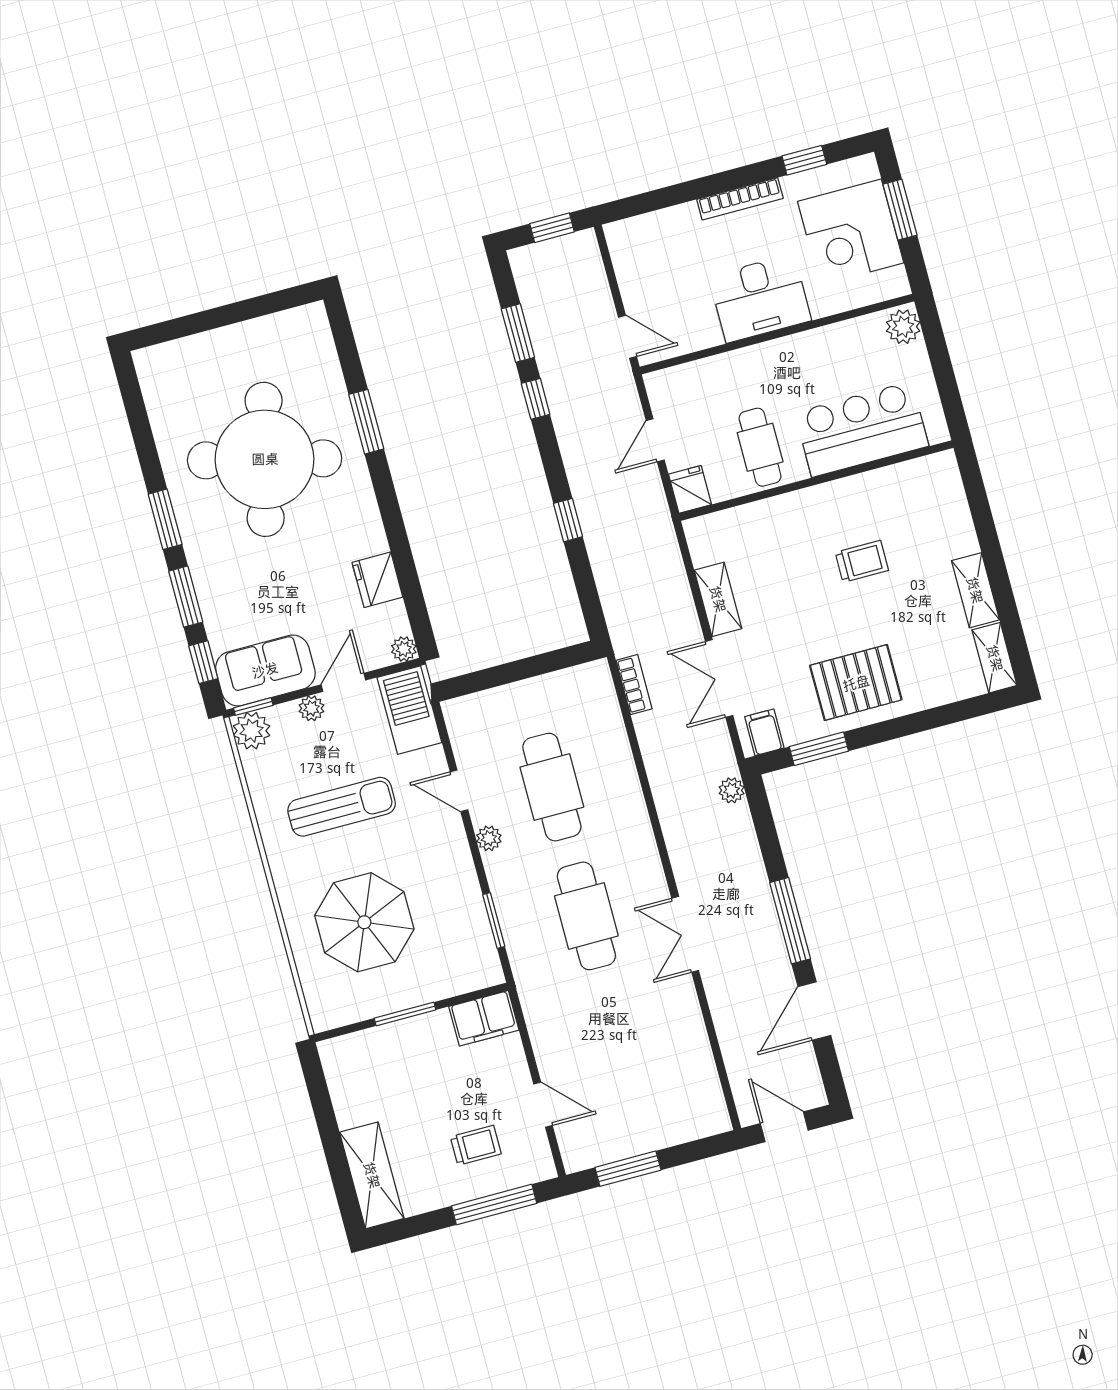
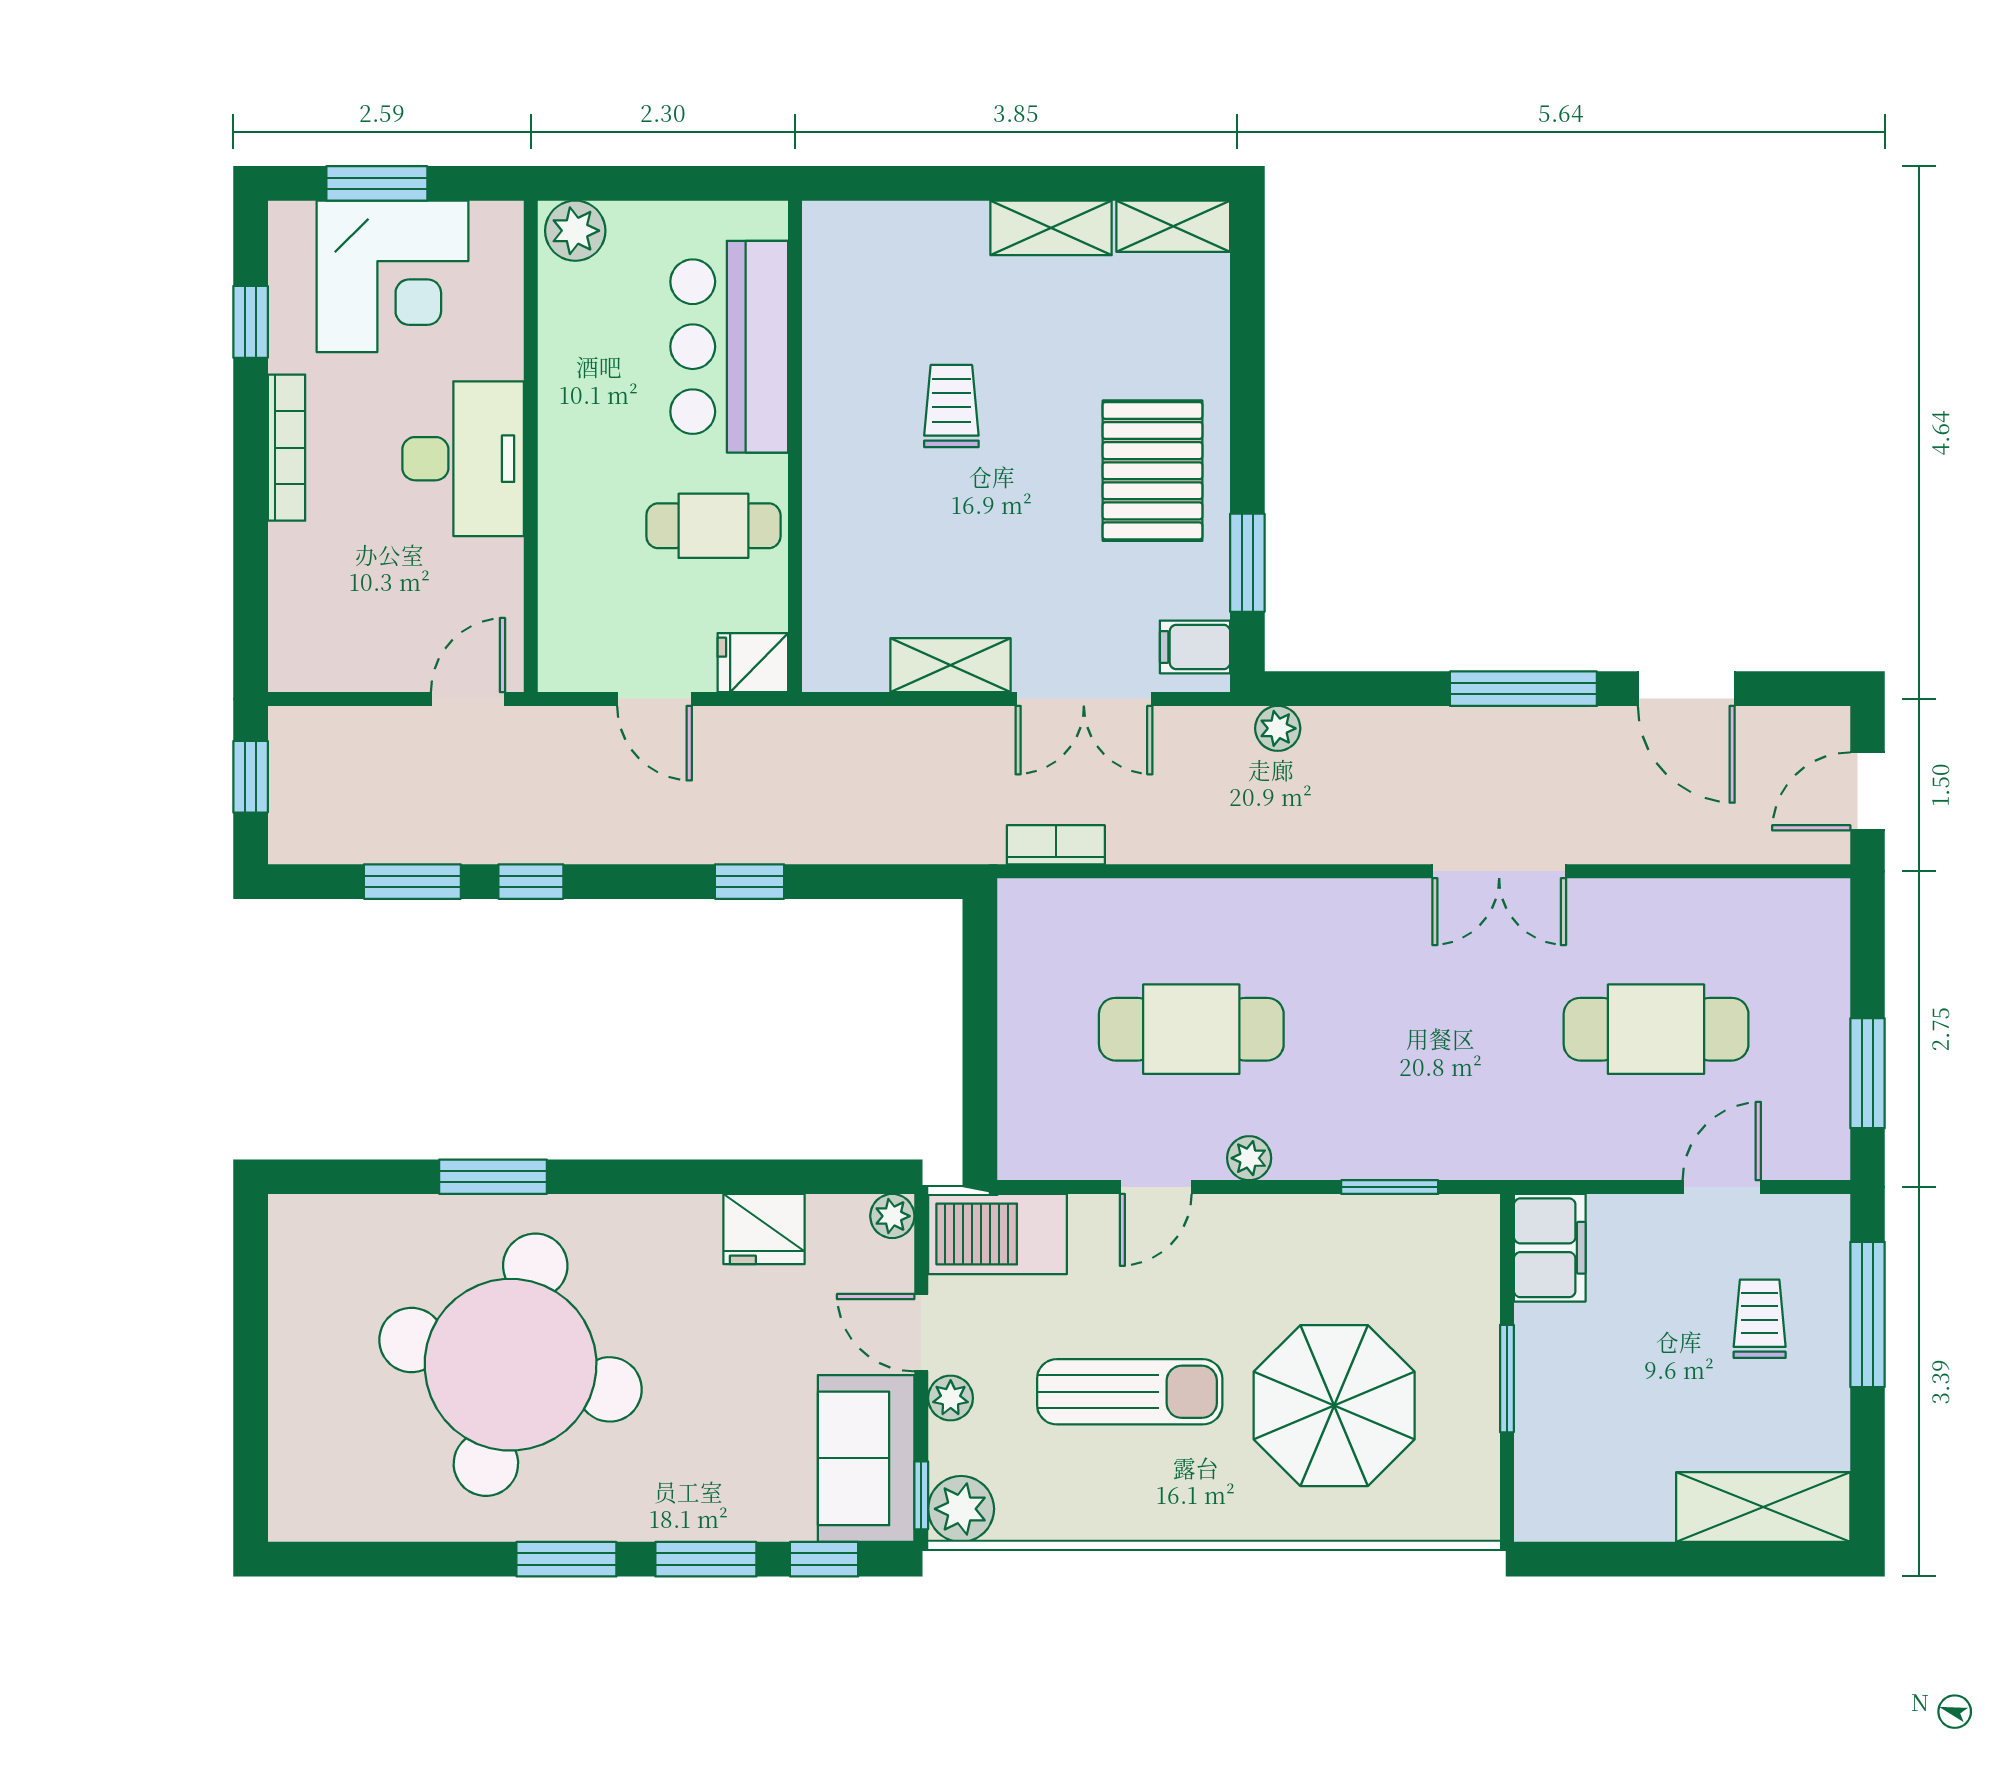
sun lounger: (342, 807) -> (1130, 1392), turned 90
cafe table: (586, 916) -> (1656, 1029), moved

